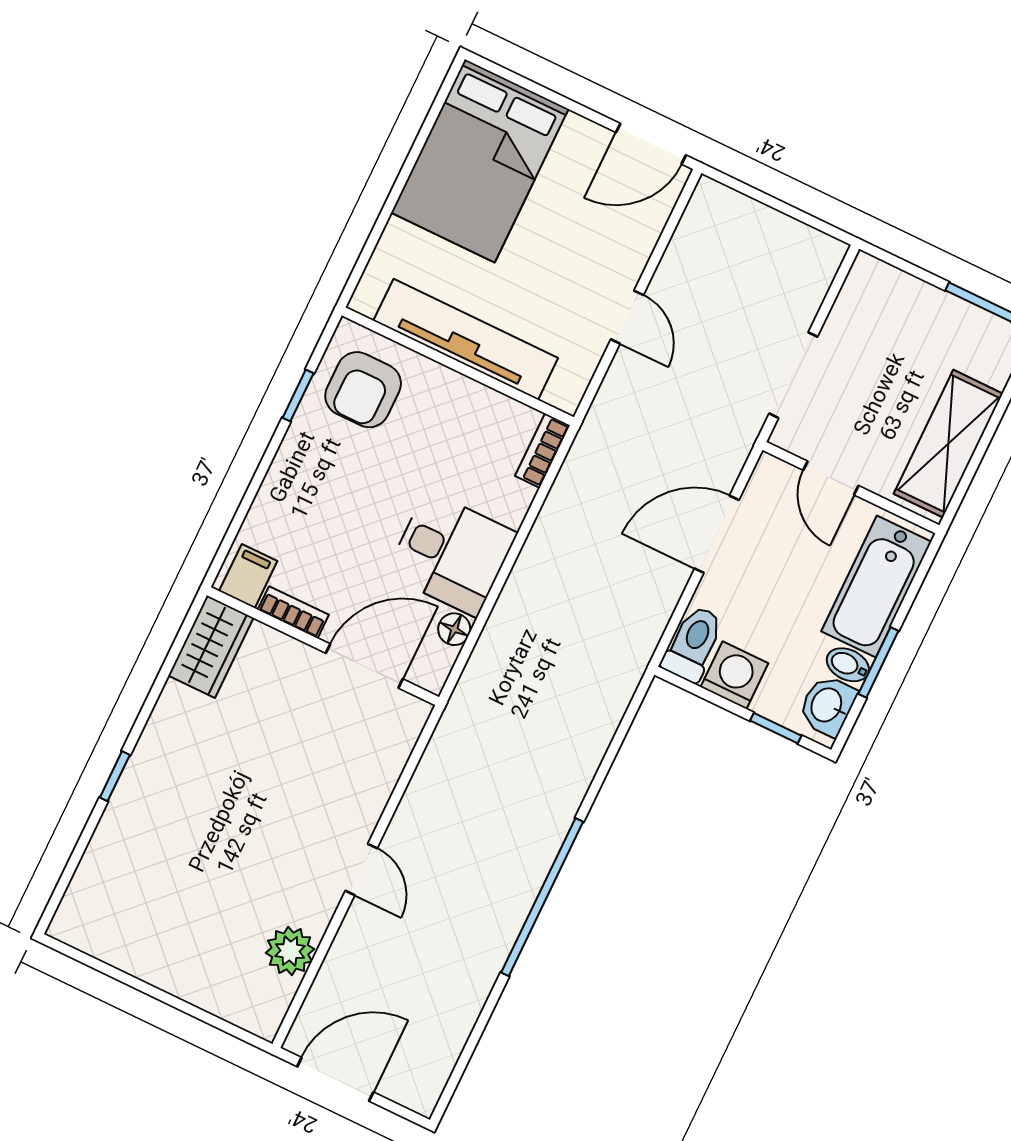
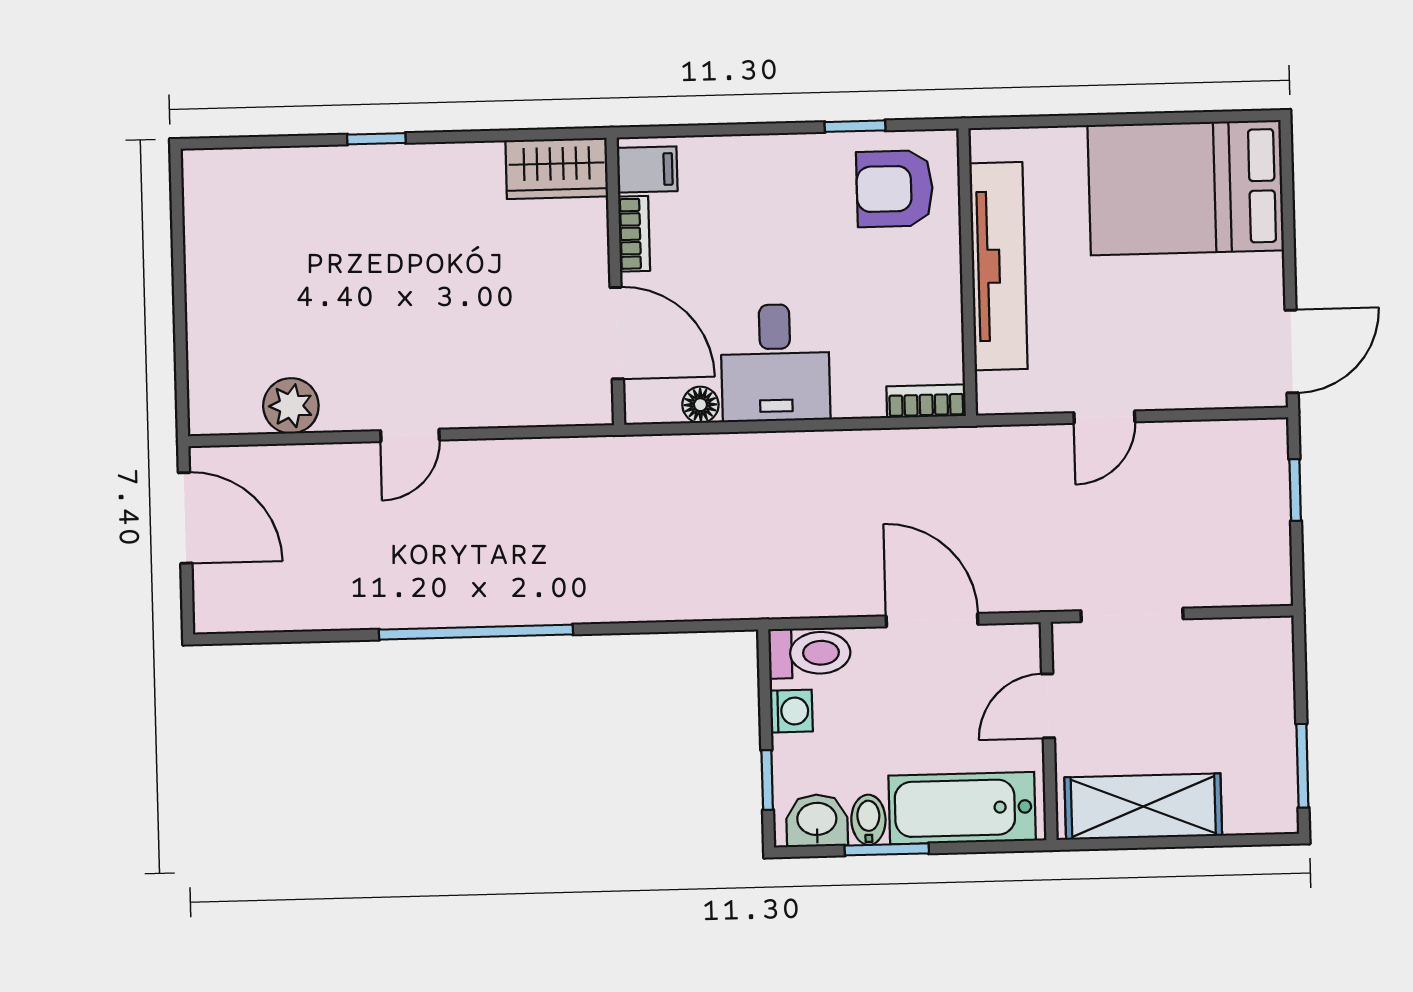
door: (651, 144) -> (1292, 351), swing flipped
window: (761, 197) -> (1295, 490), added
washing machine: (734, 675) -> (791, 711), width x0.73, depth x0.73

